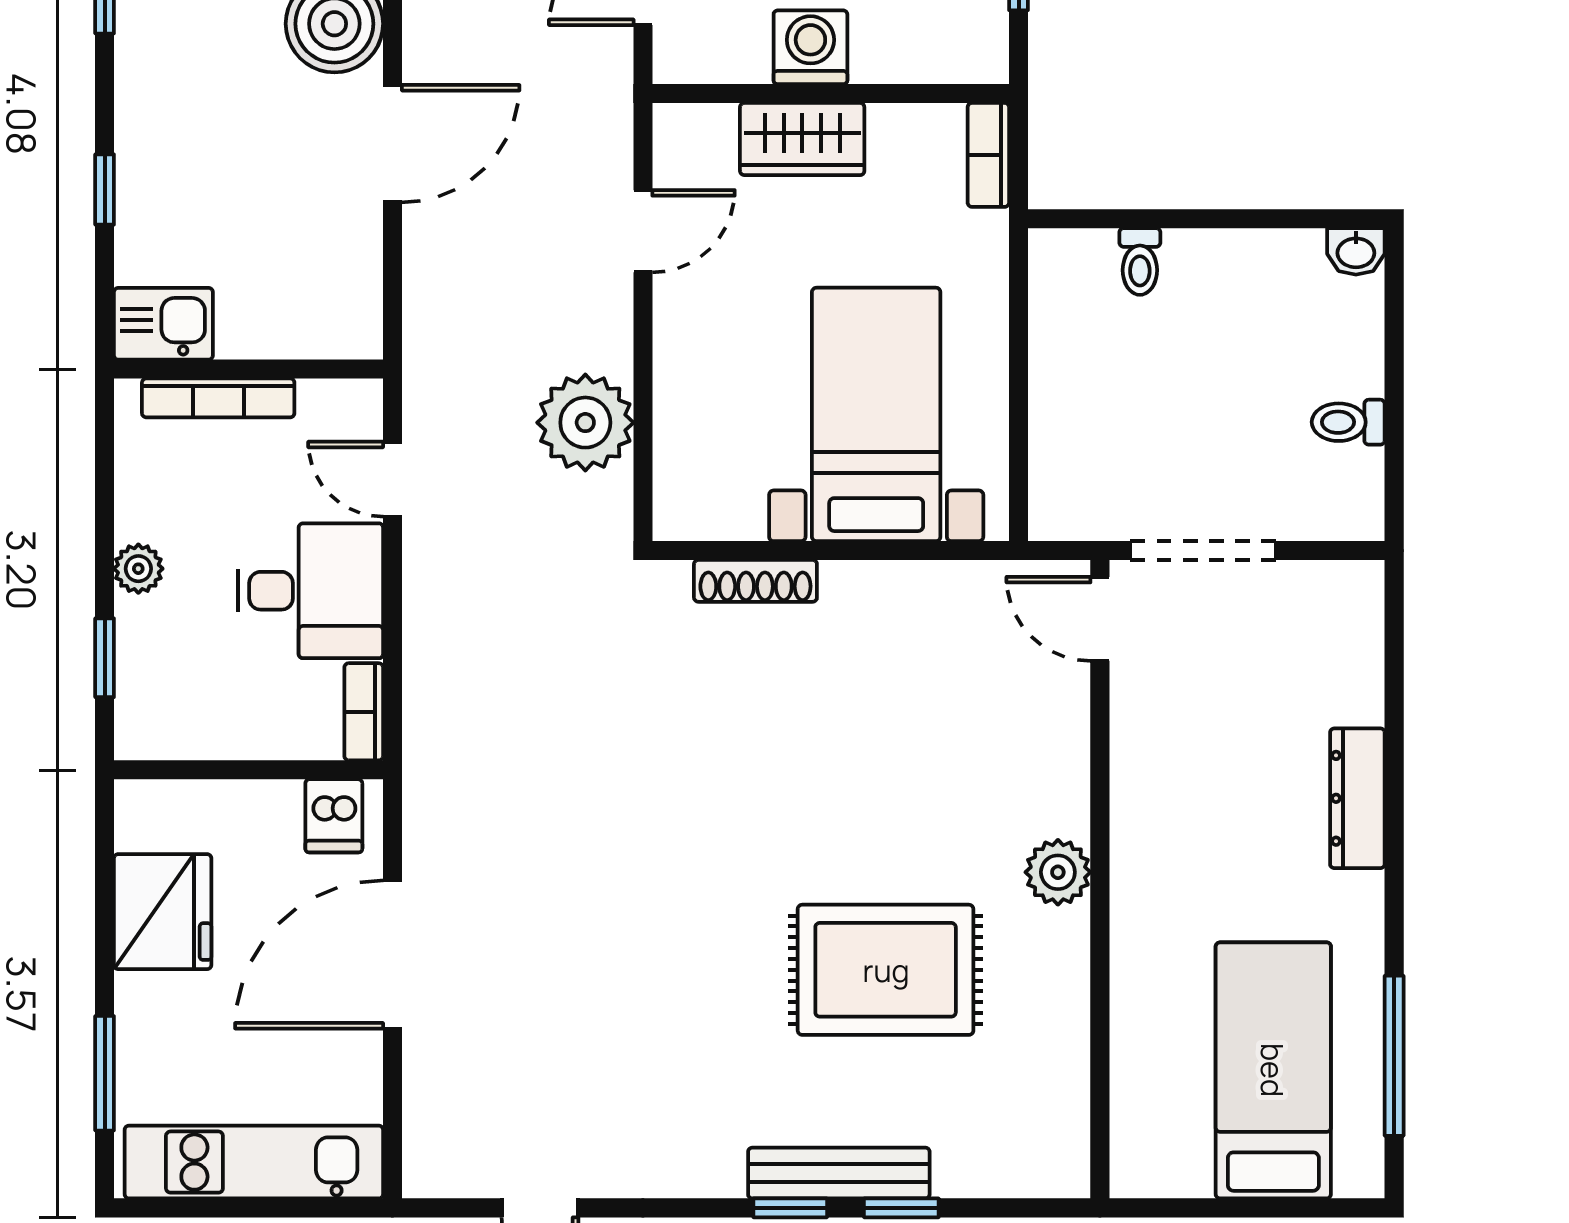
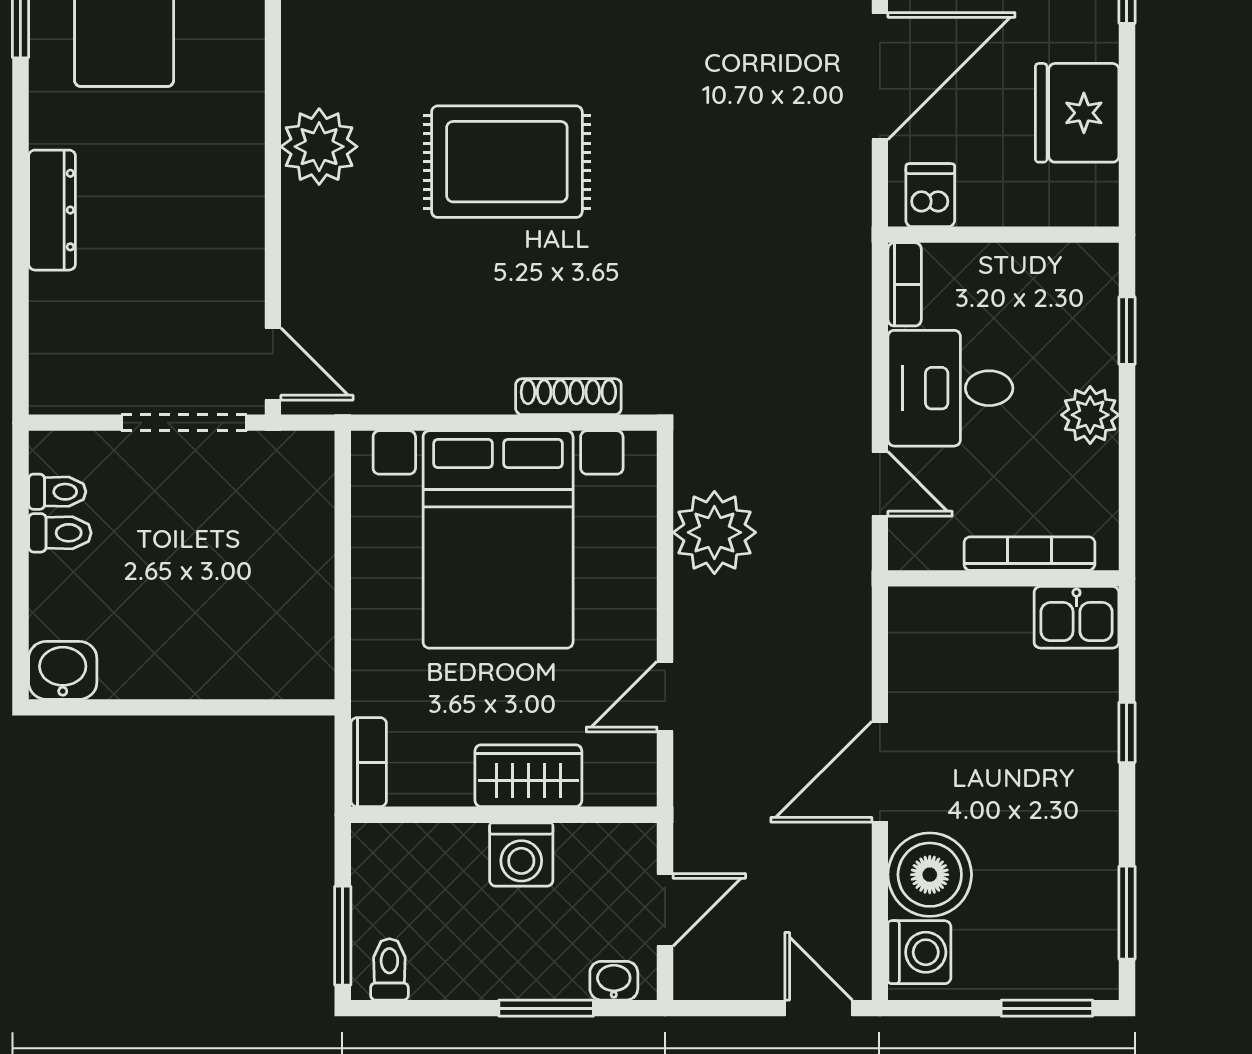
washbasin: (1356, 251) -> (63, 670), width x1.38, depth x1.45
toilet: (1140, 262) -> (57, 492), moved, turned 90
bed with nightstands: (876, 414) -> (498, 539), width x1.36
plant: (138, 569) -> (1090, 415), width x1.38, depth x1.38
plant: (1058, 872) -> (319, 147), width x1.36, depth x1.36
rug: (886, 970) -> (507, 162), moved

